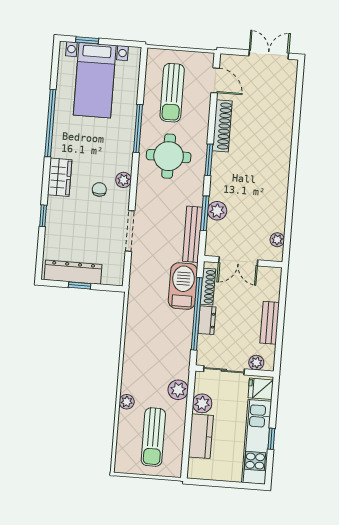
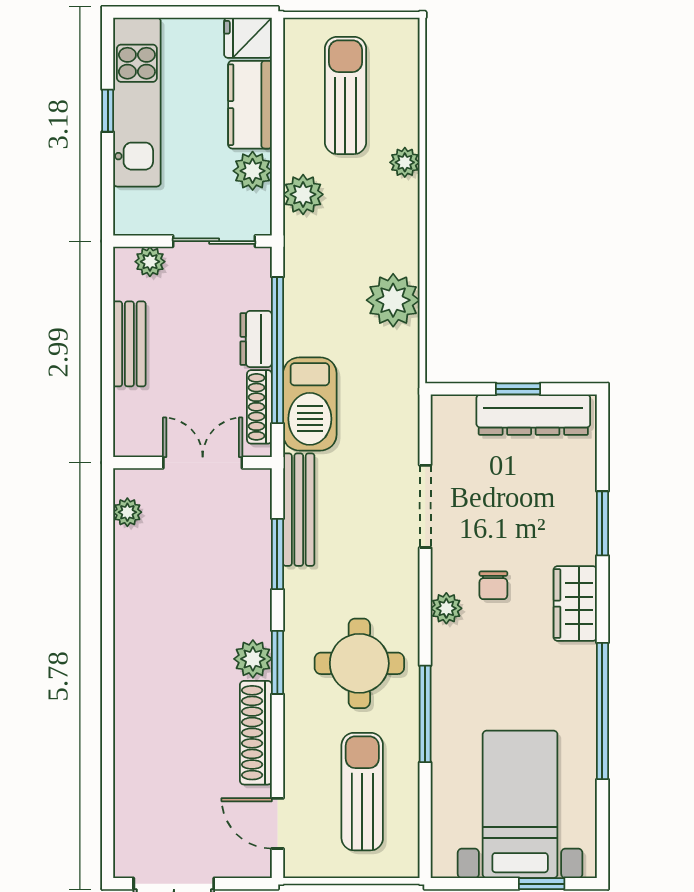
plant: (217, 211) -> (253, 659), moved
window: (43, 216) -> (602, 523), width x1.50
plant: (138, 334) -> (393, 300), added
fridge: (261, 389) -> (248, 38), moved, turned 180

